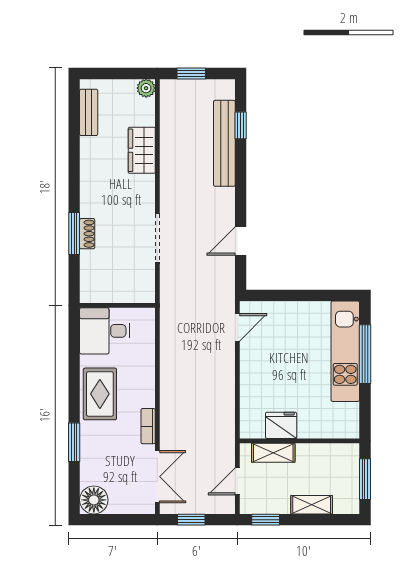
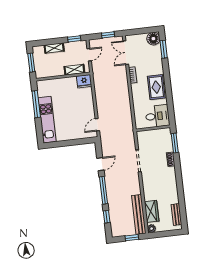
bench: (224, 143) -> (139, 214), moved
wardrobe: (142, 150) -> (152, 211), moved
window: (241, 184) -> (104, 190), added
window: (74, 233) -> (175, 143), moved
window: (365, 354) -> (36, 104), moved
fridge: (281, 425) -> (84, 81), moved
window: (74, 442) -> (164, 49), moved

